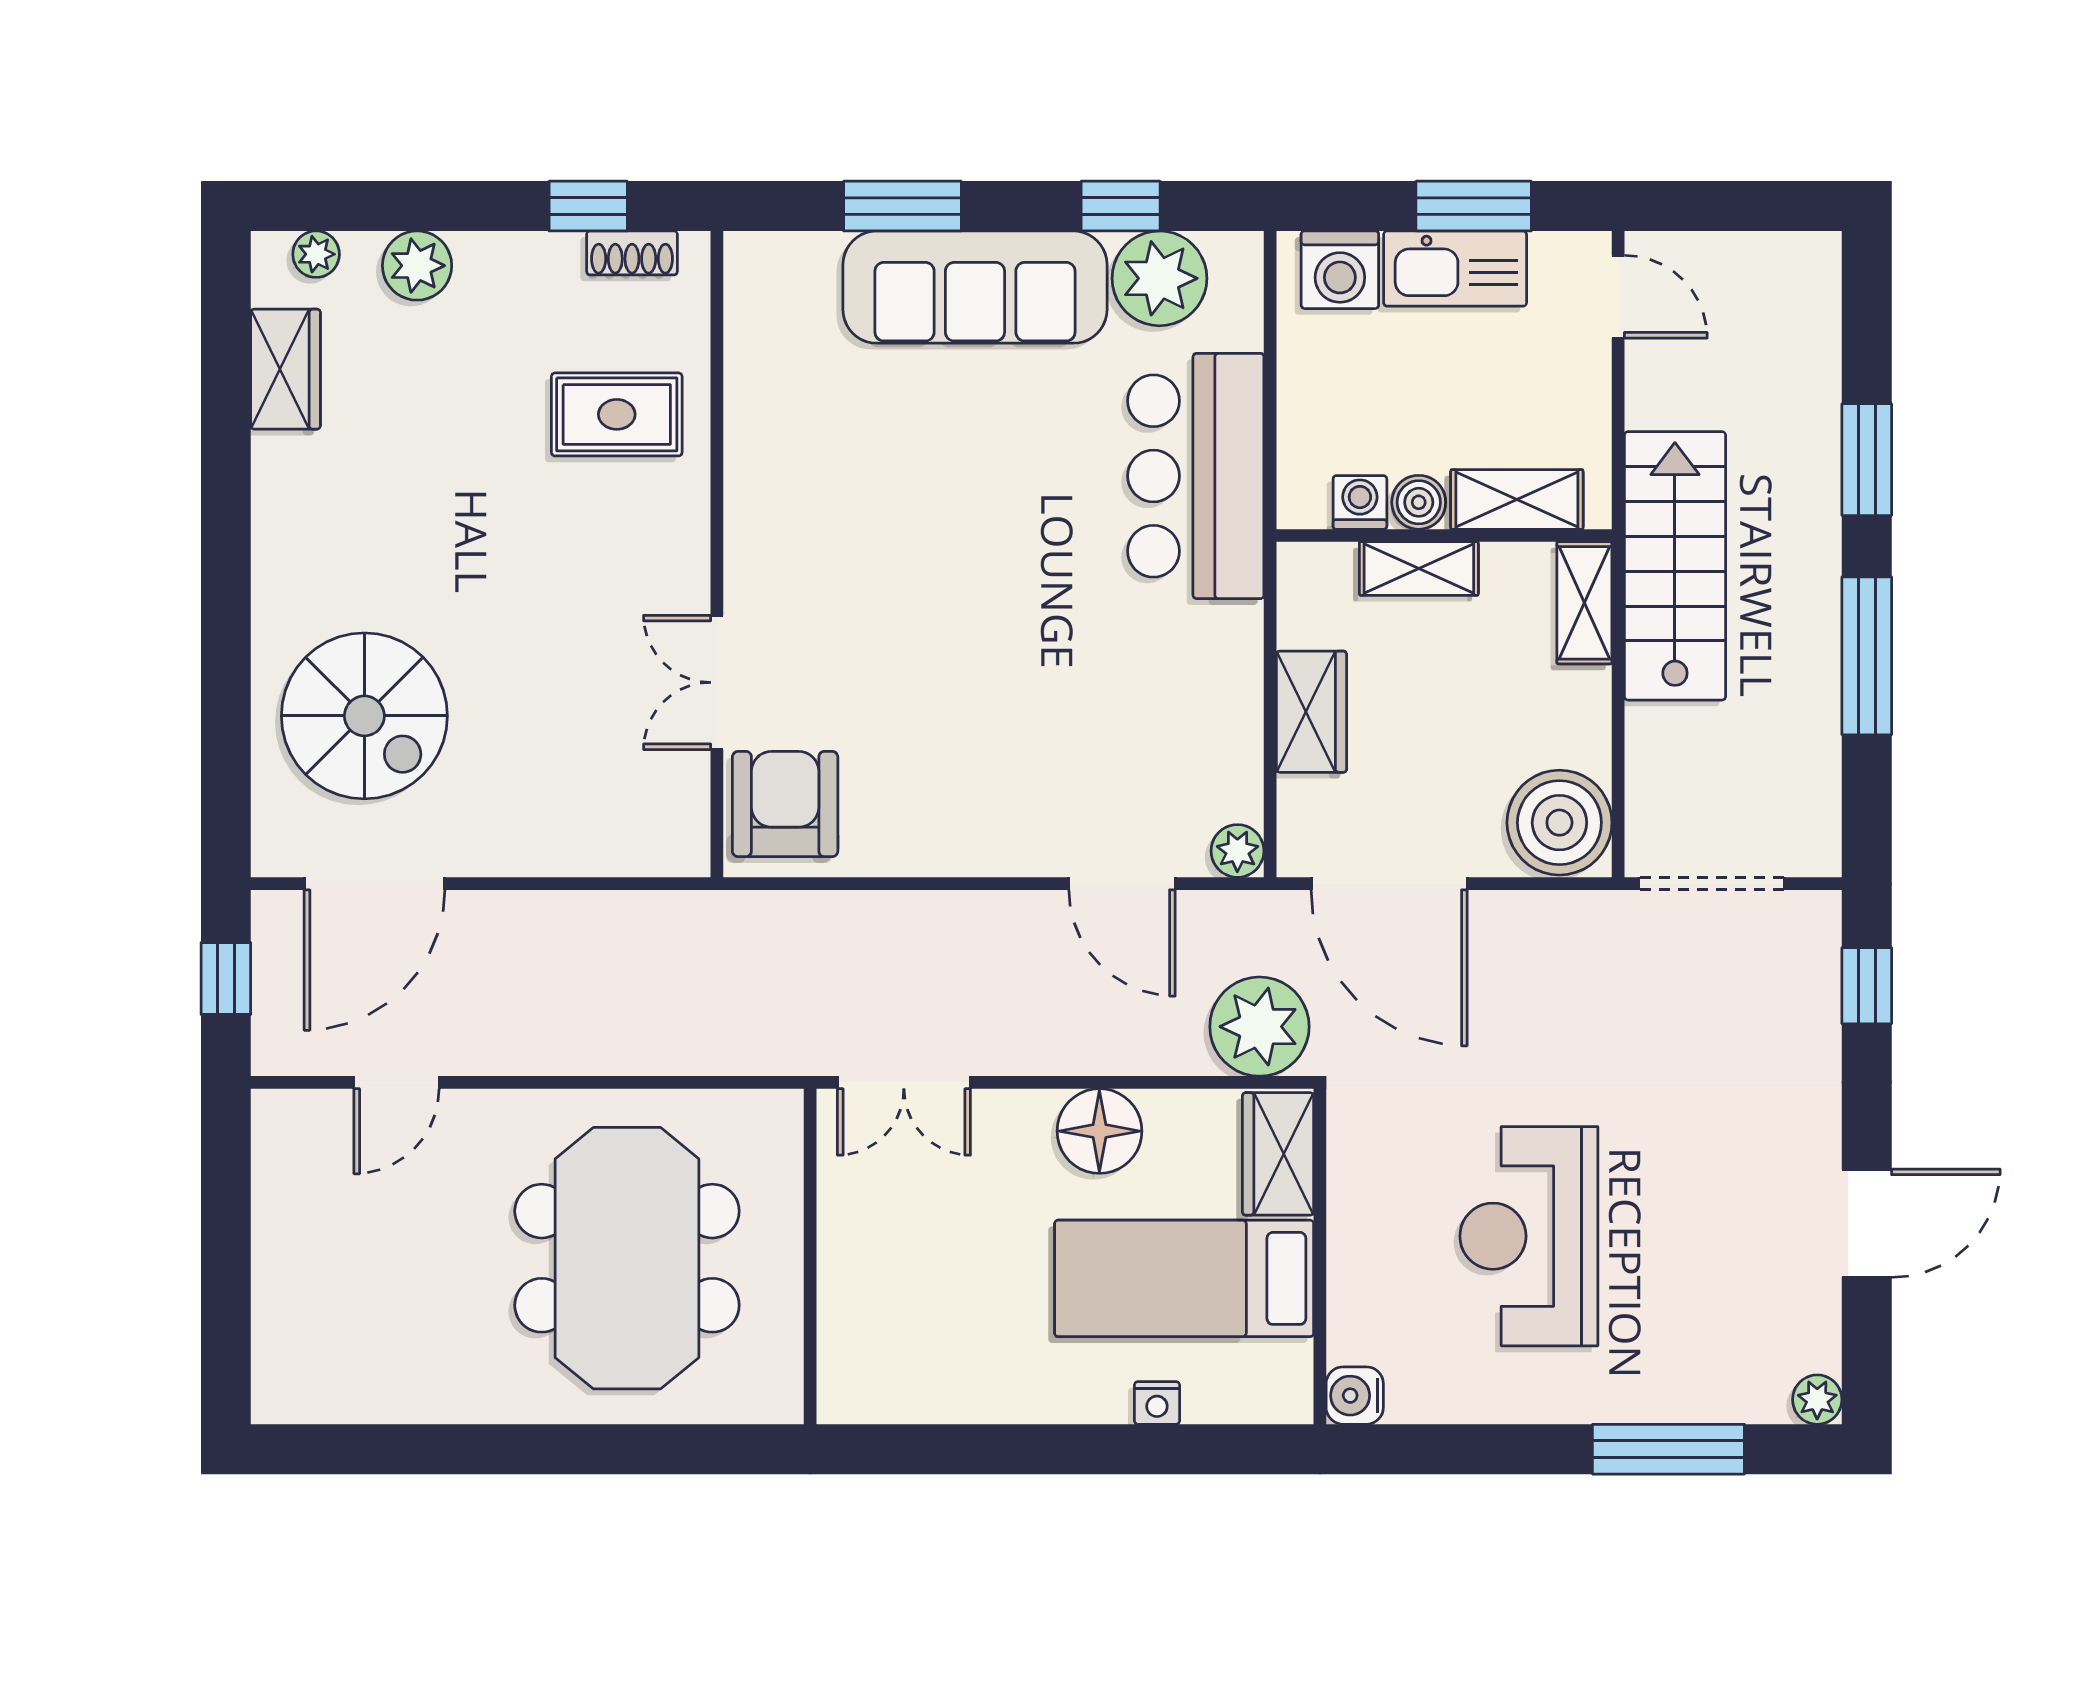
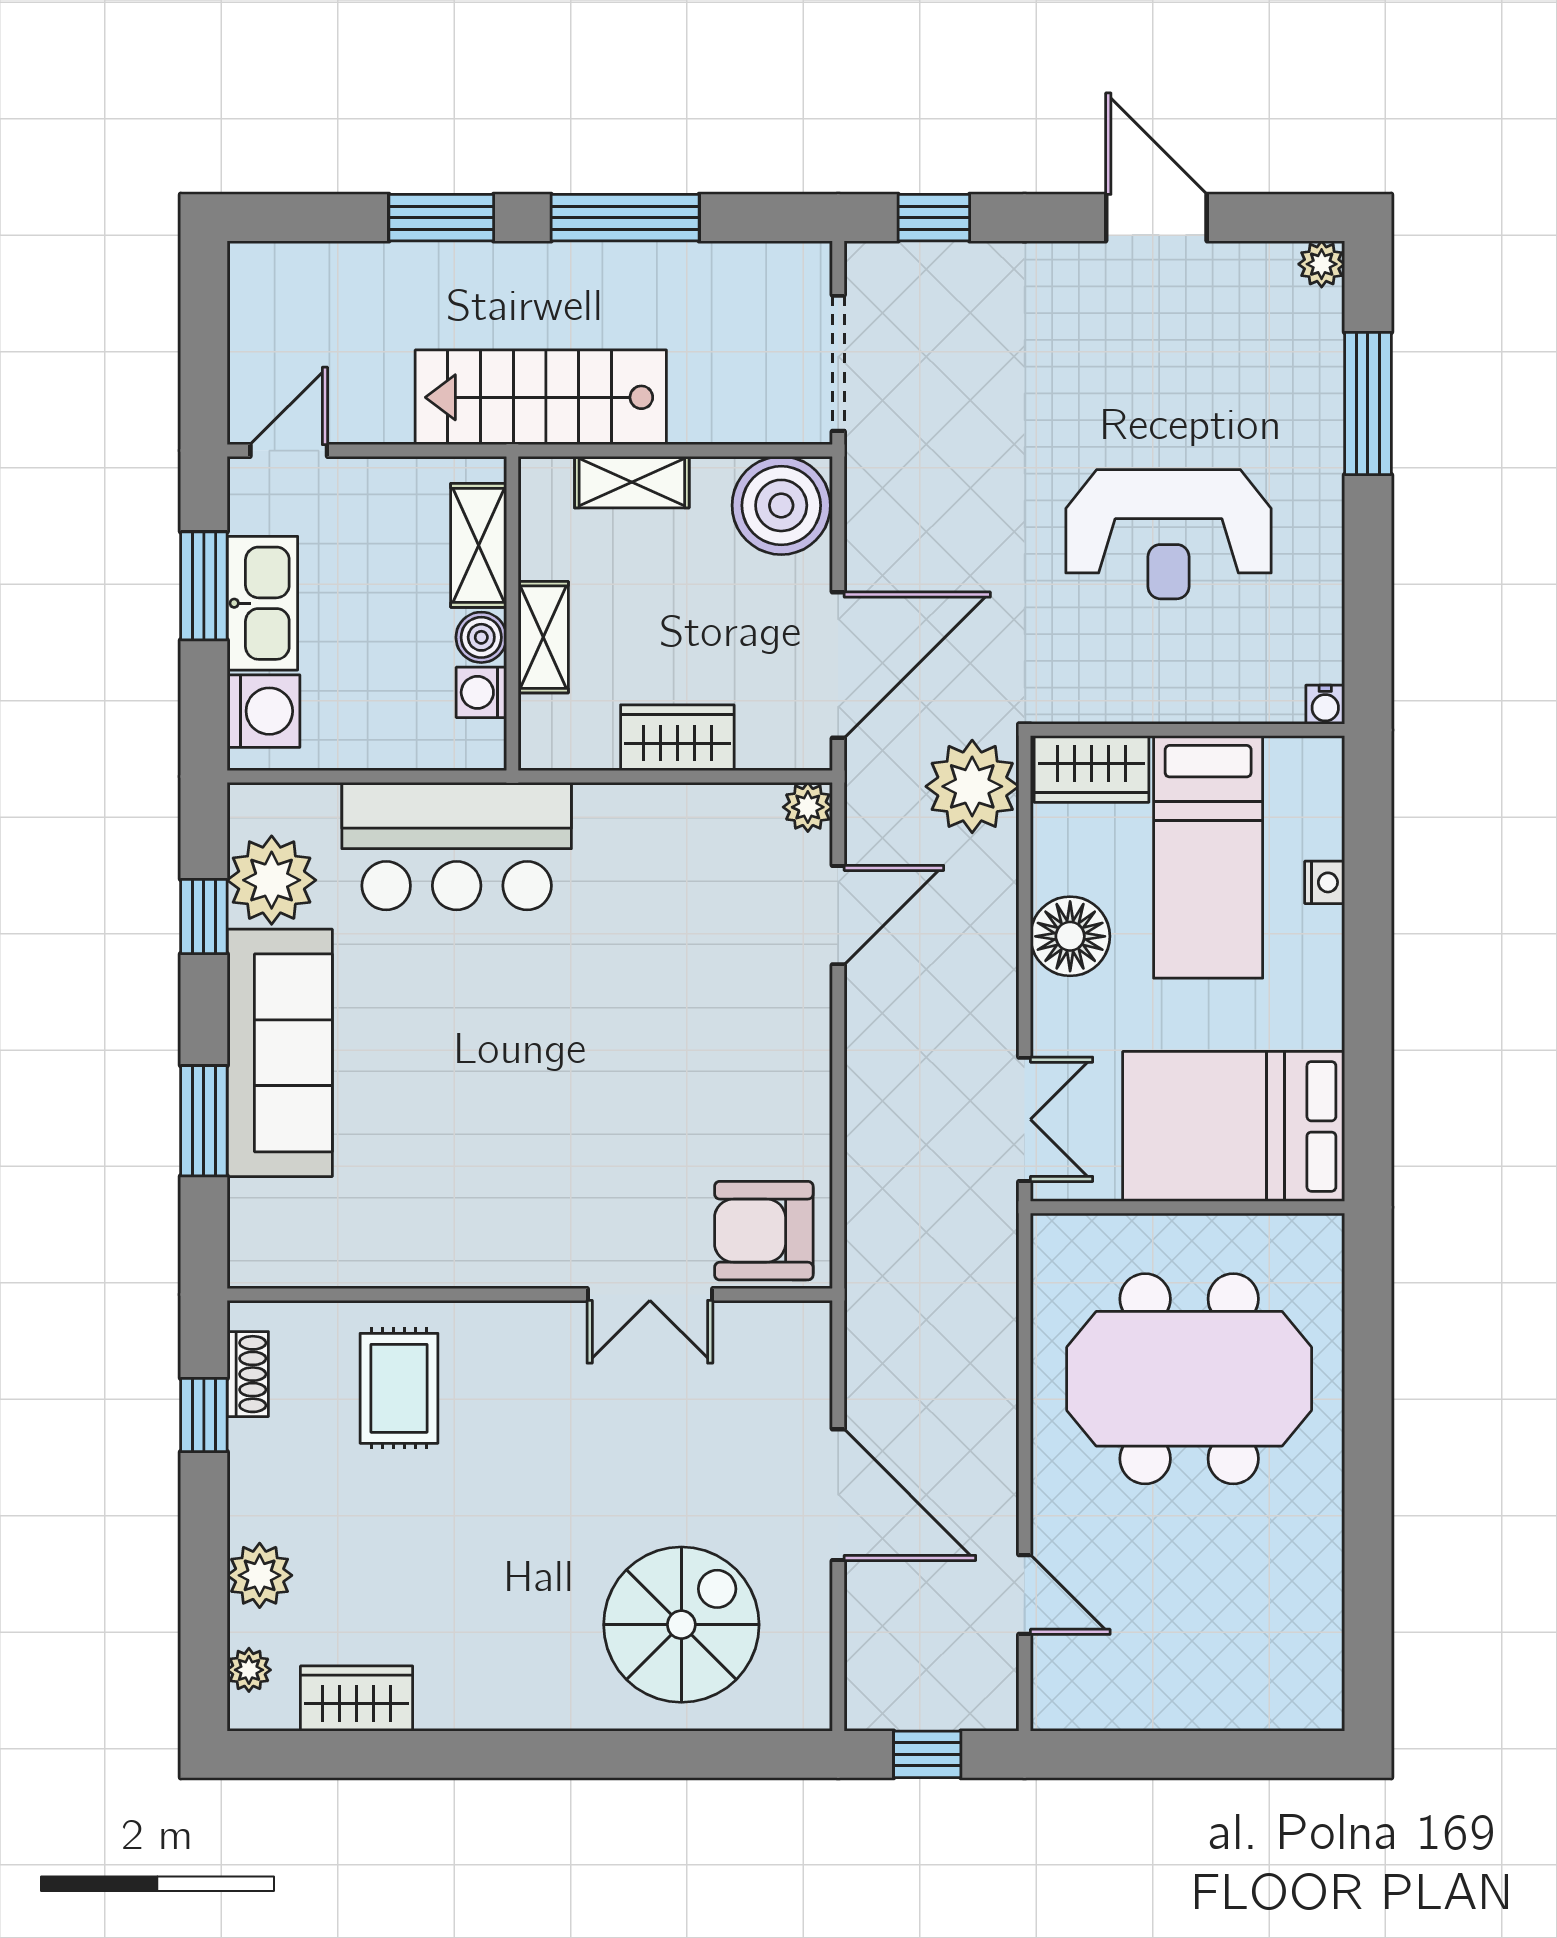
shelving: (1584, 603) -> (632, 482), moved
door: (375, 884) -> (838, 1495), moved
bed: (896, 1306) -> (1234, 1126), added
water cooler: (1355, 1396) -> (1325, 705), width x0.72, depth x0.72

